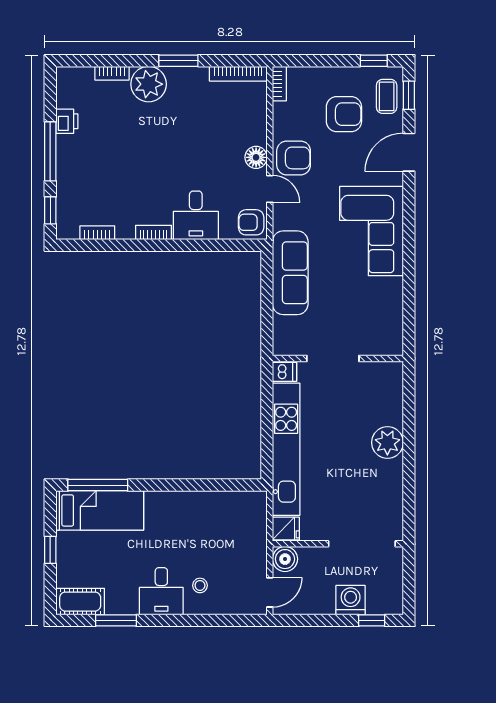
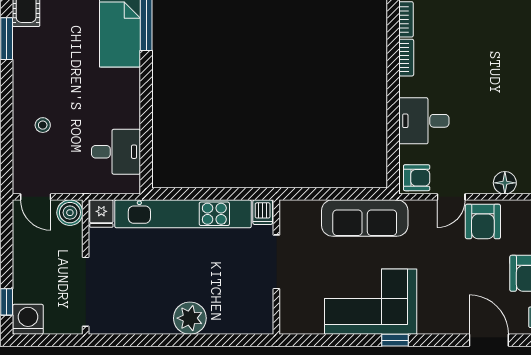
floor lamp: (256, 157) -> (505, 183), moved
armchair: (251, 222) -> (417, 178), turned 90
corner sofa: (371, 231) -> (371, 302), moved
bookcase: (154, 232) -> (406, 58), moved
window: (409, 243) -> (395, 340), added
desk: (161, 591) -> (116, 152), moved, turned 180
washing machine: (351, 600) -> (28, 319), moved, turned -90

